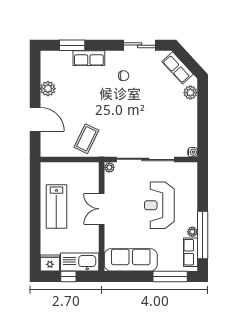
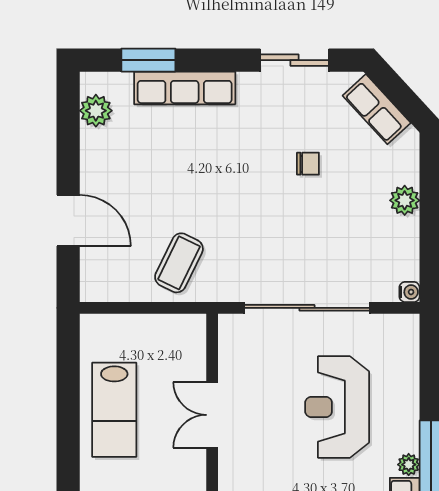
row of seats: (89, 58) -> (185, 88), width x1.48
chair: (124, 76) -> (308, 164), moved
plant: (48, 89) -> (96, 111), moved
plant: (190, 93) -> (405, 200), moved
plant: (109, 167) -> (229, 325), removed

